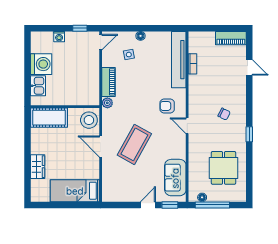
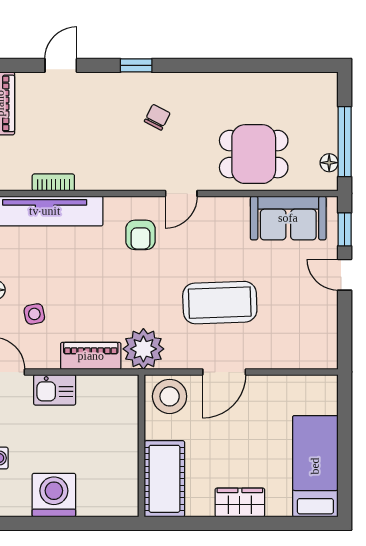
kitchen sink: (38, 86) -> (55, 390), moved, turned 180
plant: (107, 103) -> (143, 349), width x1.88, depth x1.88
window: (249, 134) -> (136, 65), moved
coffee table: (134, 144) -> (220, 303), turned -31
wardrobe: (38, 167) -> (240, 502), moved
dining table: (223, 168) -> (254, 154), moved
bed: (75, 191) -> (315, 466), moved, turned 180

